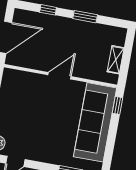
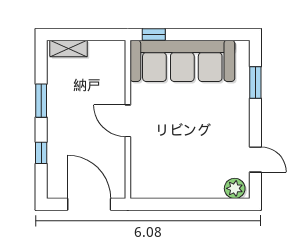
shelving: (116, 60) -> (69, 48), moved

